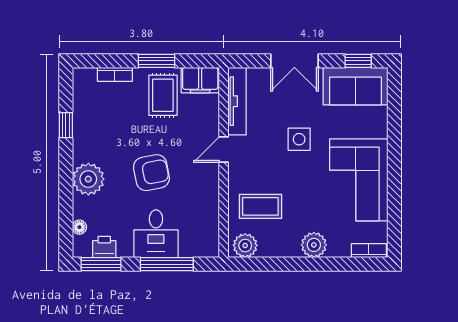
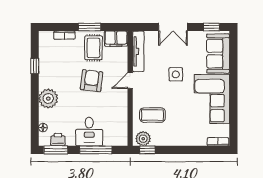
sofa: (355, 86) -> (218, 54), moved, turned 90
armchair: (151, 173) -> (91, 81), moved, turned -72
plant: (314, 245) -> (185, 138), removed
window: (252, 264) -> (147, 150), added

